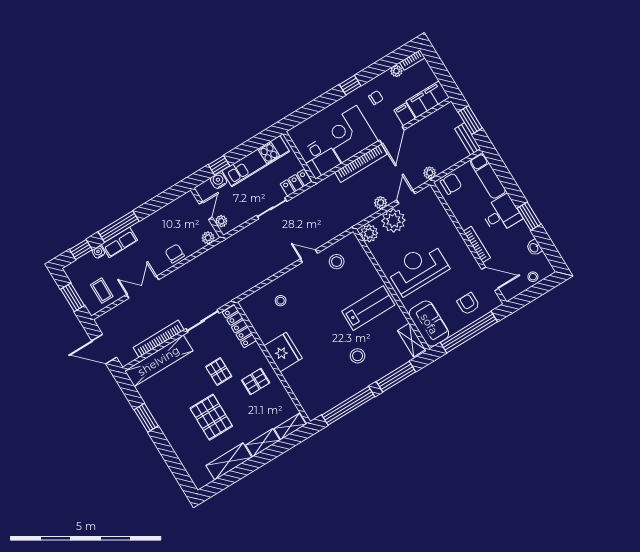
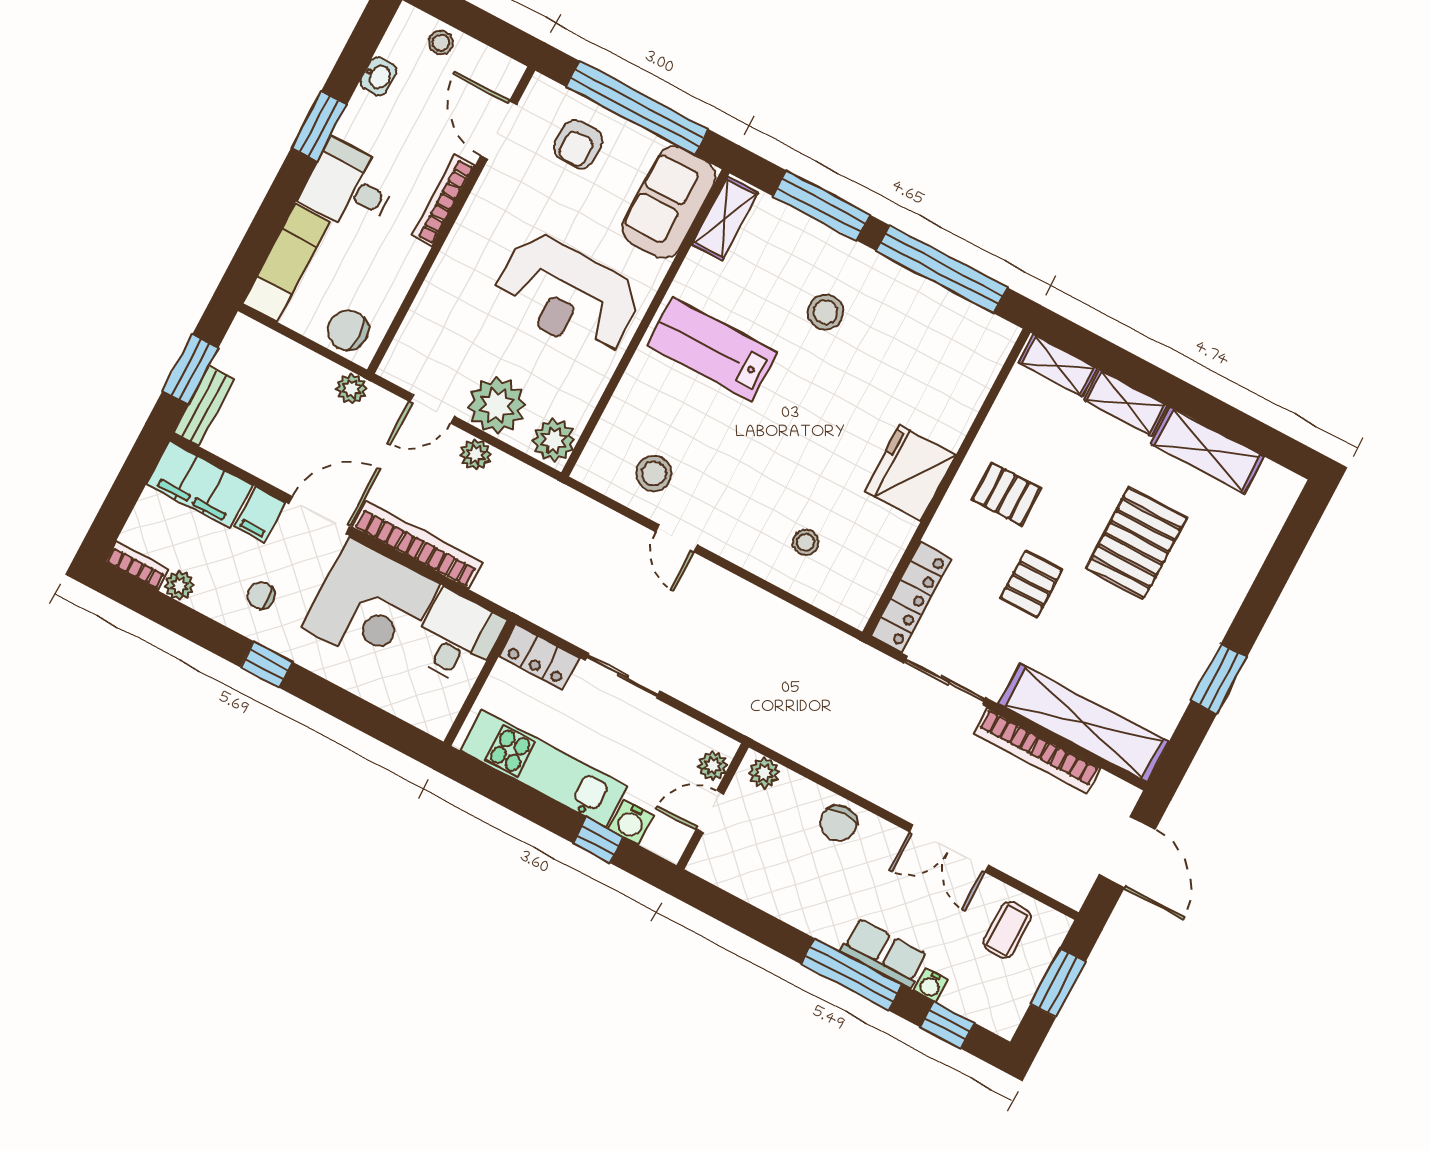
bench: (468, 139) -> (204, 406), moved

